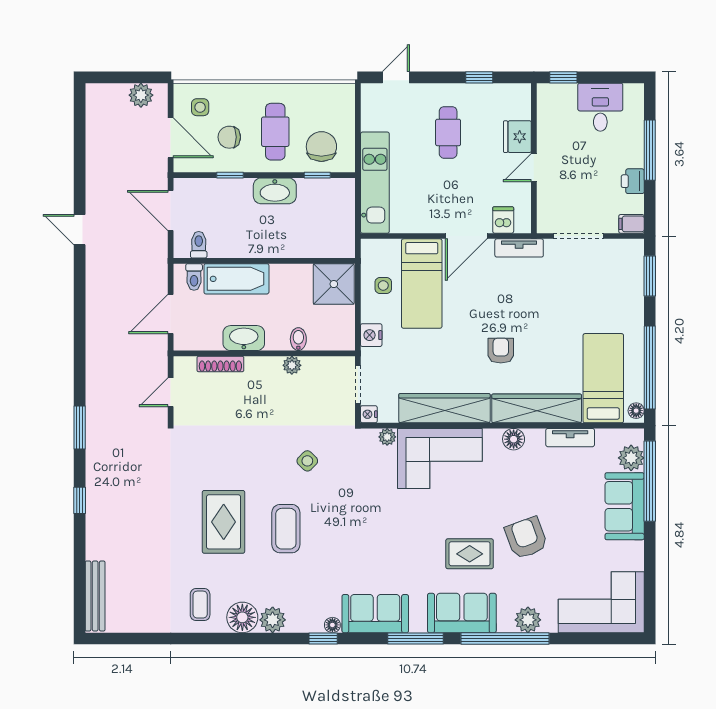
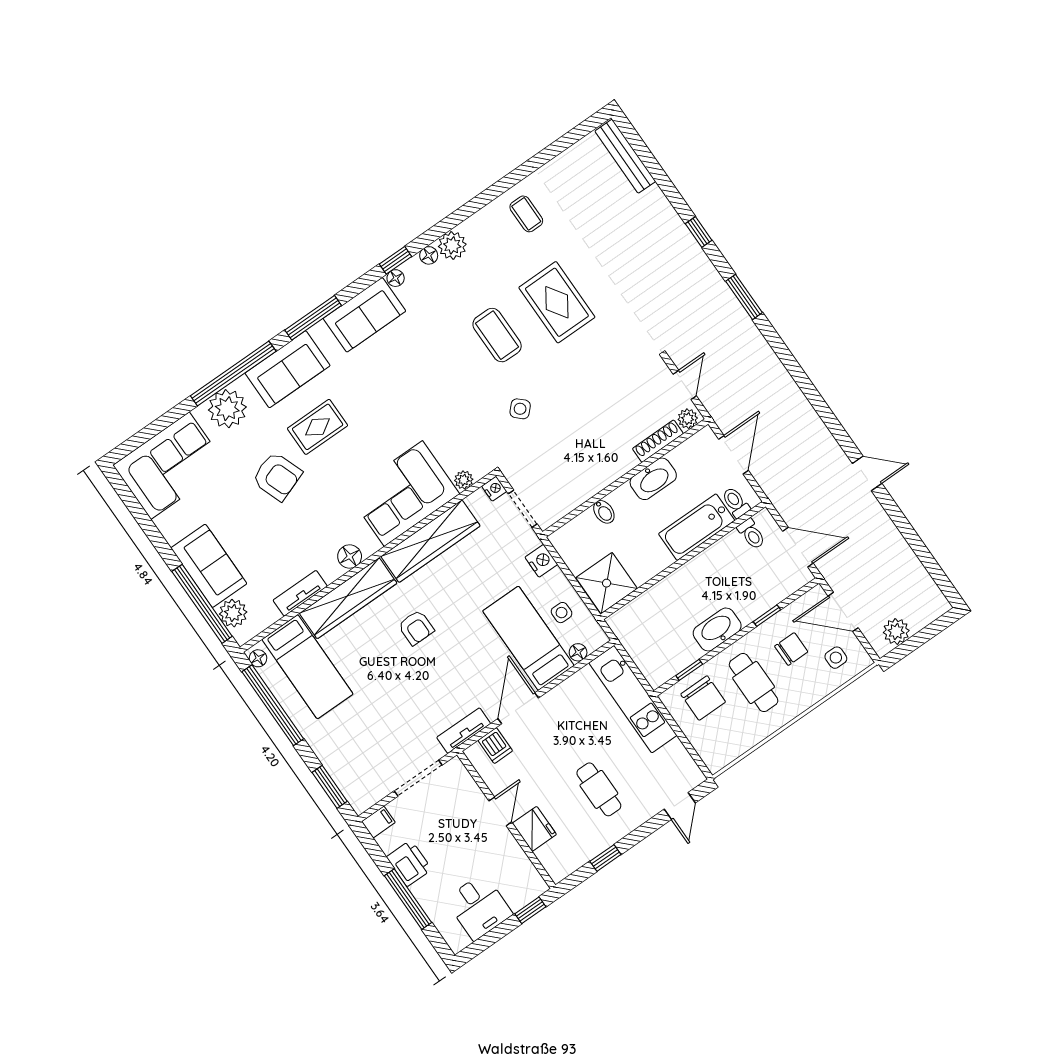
printer: (633, 181) -> (409, 863), width x1.36, depth x1.24
floor lamp: (392, 247) -> (578, 652), added
plant: (292, 365) -> (688, 419), moved
floor lamp: (242, 617) -> (429, 255), moved, width x0.53, depth x0.53
plant: (528, 620) -> (227, 409), width x1.36, depth x1.36

